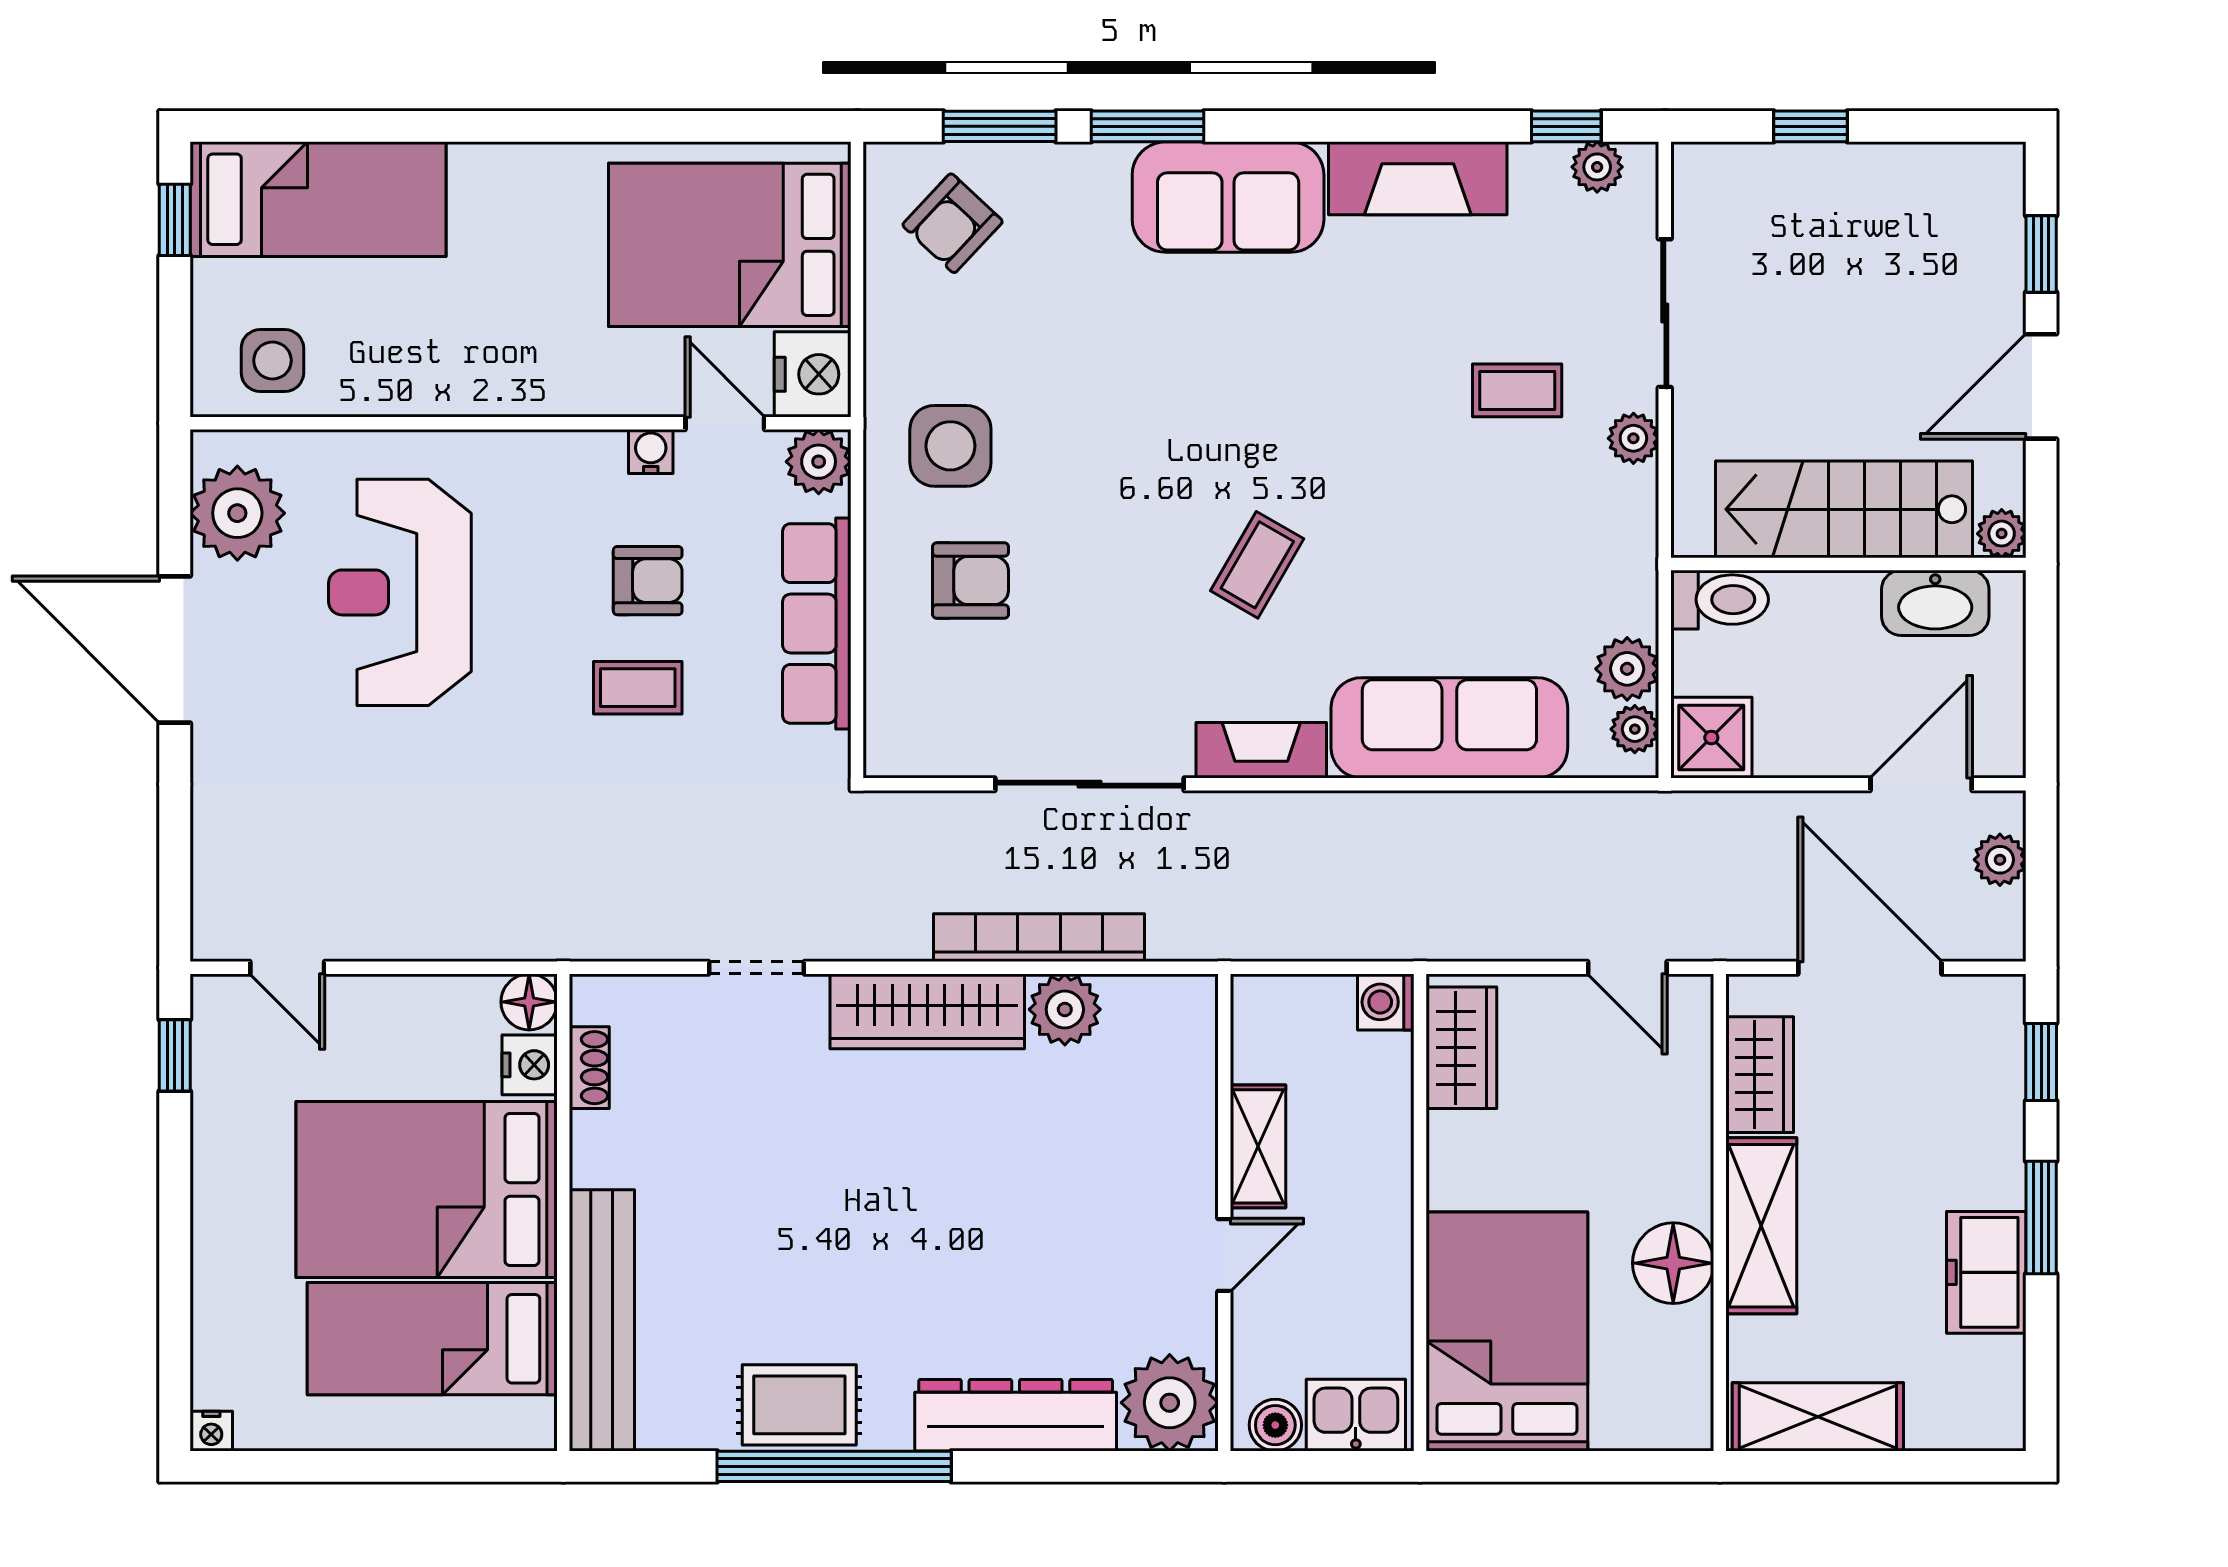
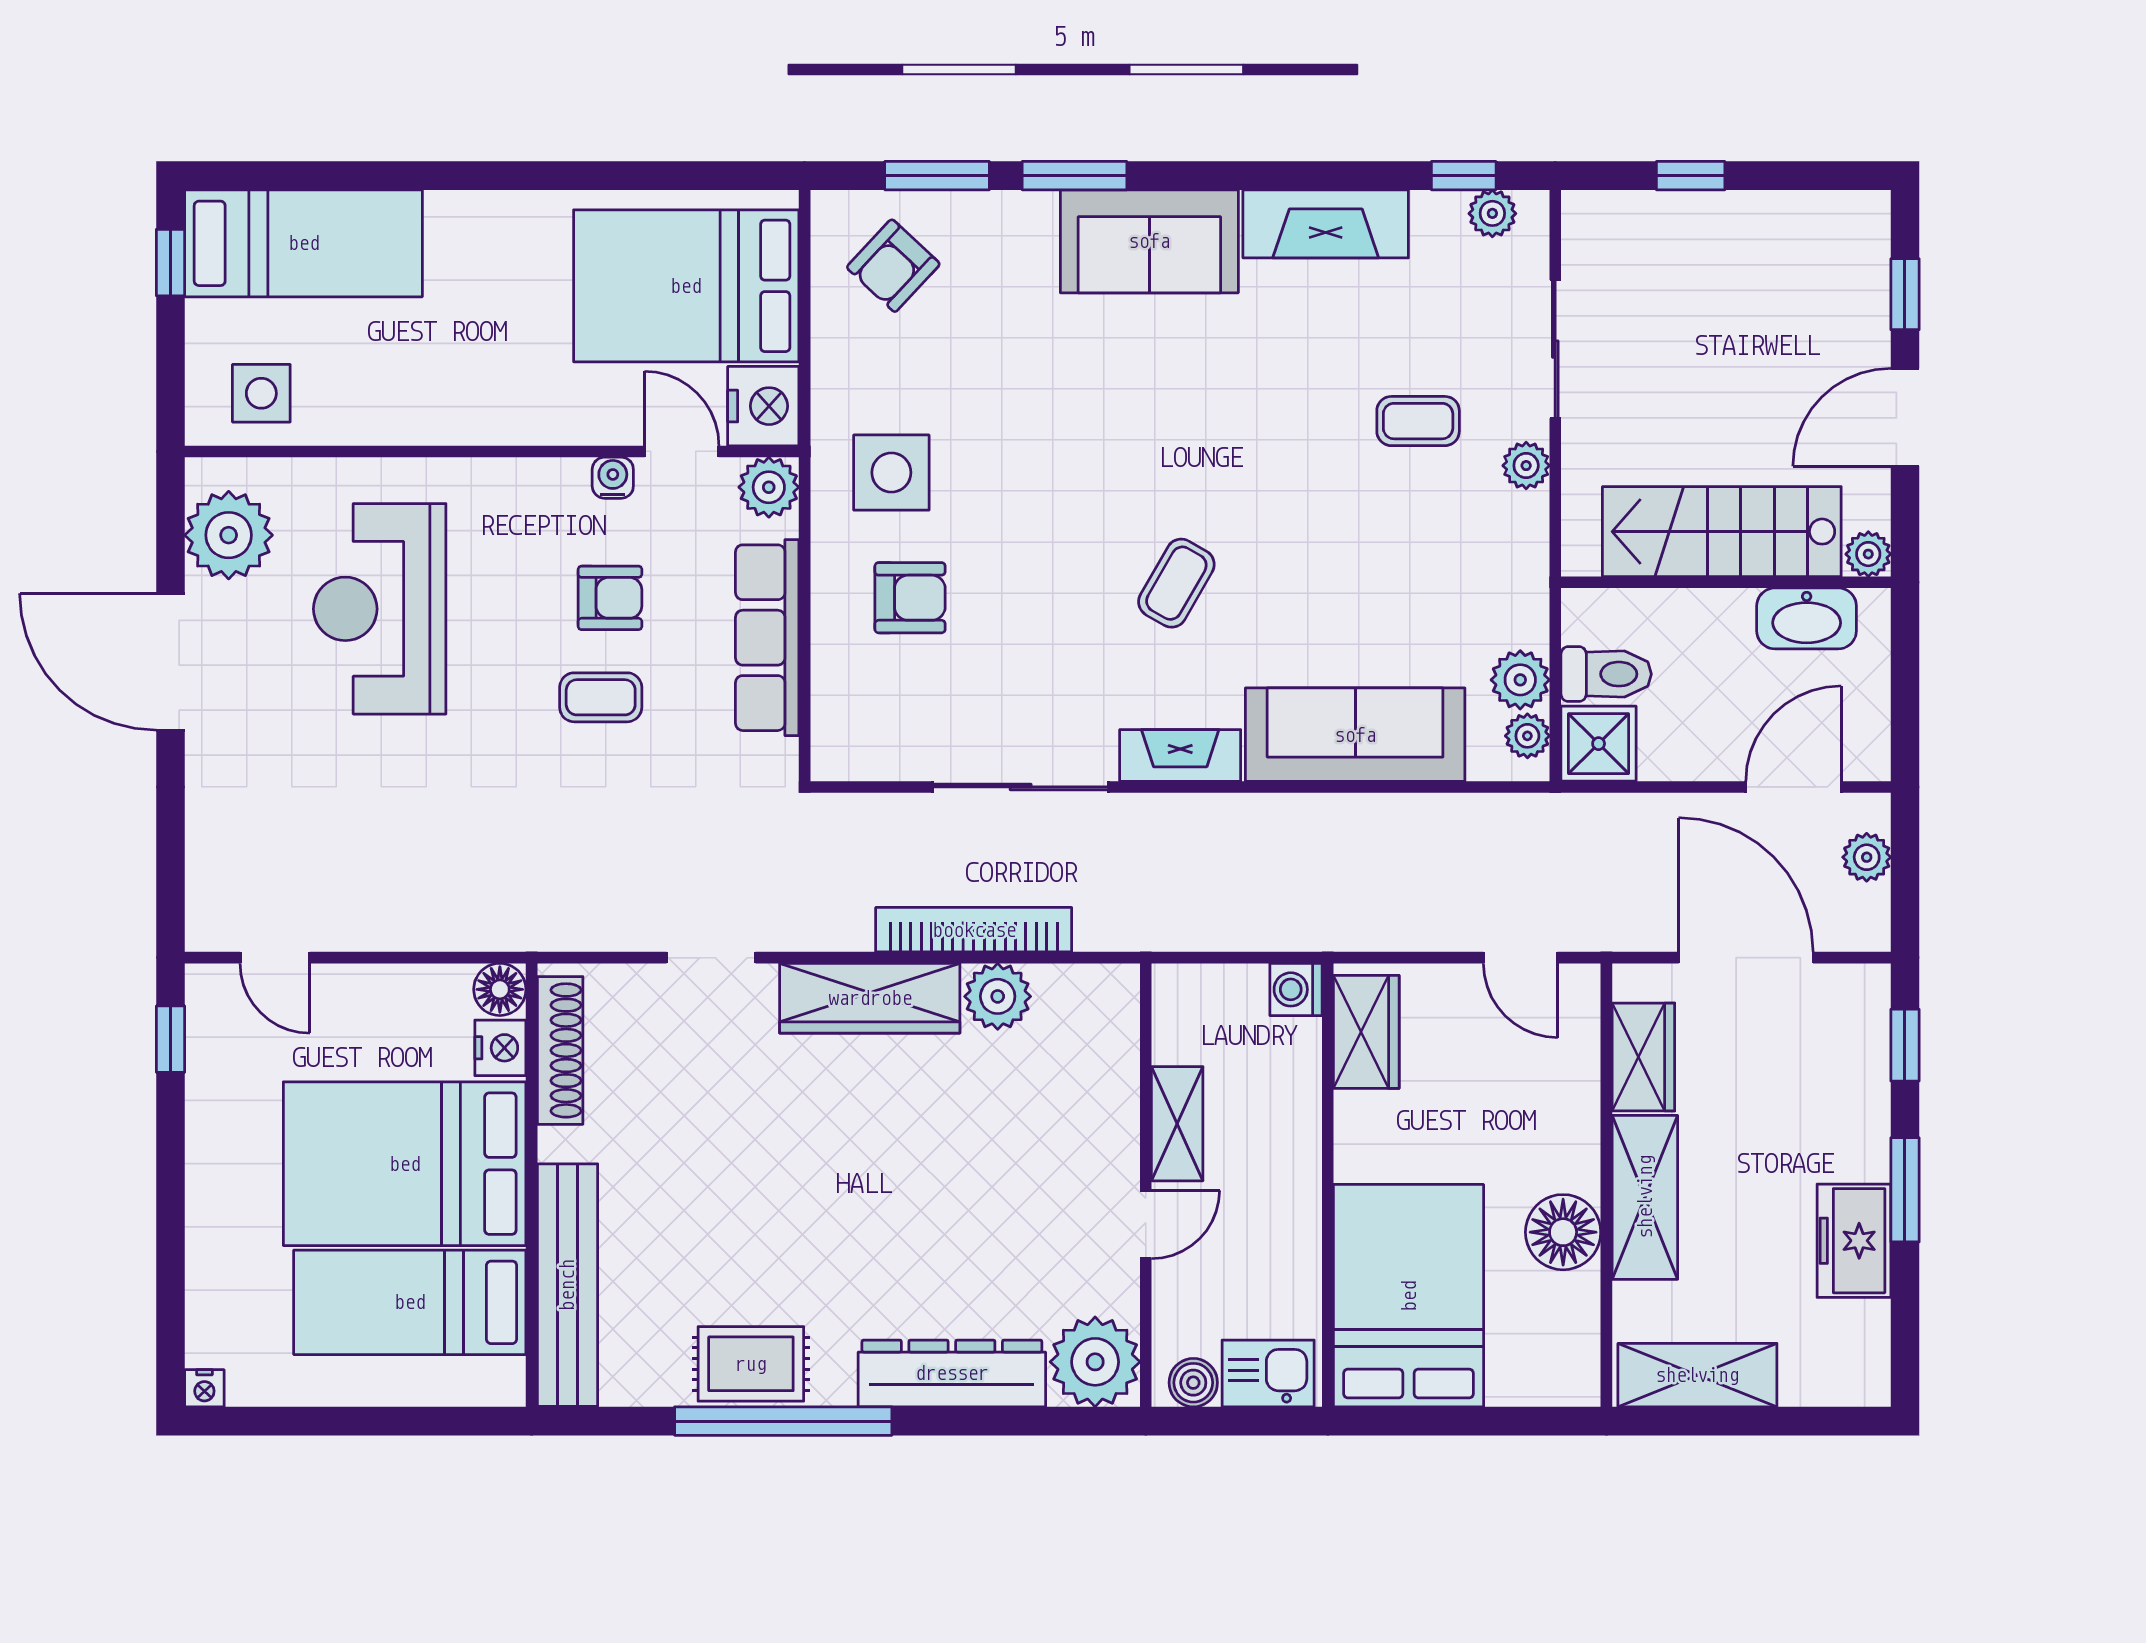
toilet: (1720, 600) -> (1606, 674), moved
shoe rack: (589, 1068) -> (560, 1050), width x1.94, depth x1.24

